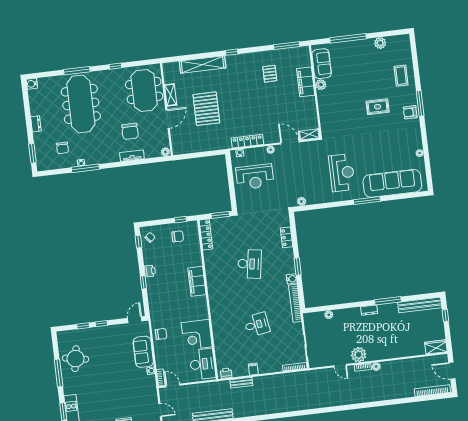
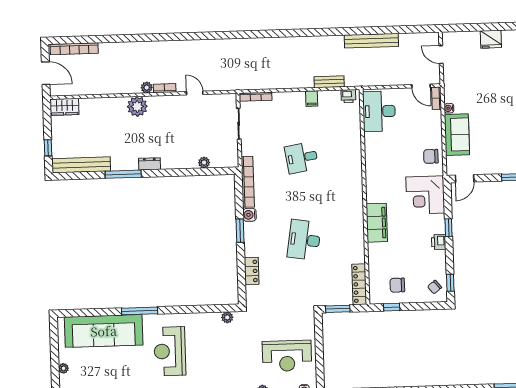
reception desk: (255, 177) -> (287, 356), turned 180
corner desk: (197, 335) -> (425, 195), moved, turned 180
plant: (359, 355) -> (137, 106), moved

